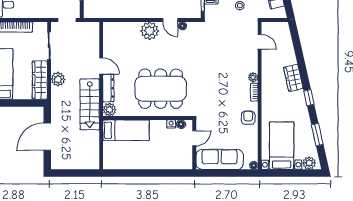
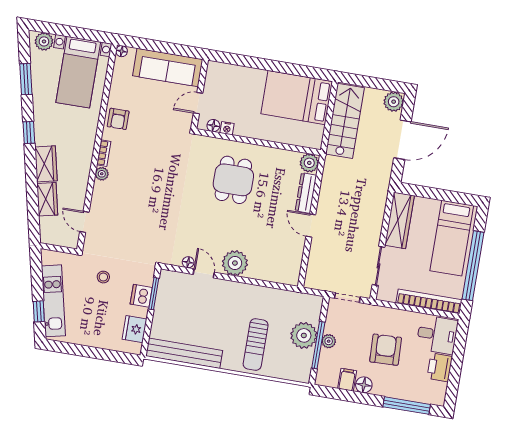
wardrobe: (288, 53) -> (47, 199), added
plant: (58, 79) -> (394, 102), moved
dining table: (161, 89) -> (233, 180), width x0.53, depth x0.80
stairs: (90, 104) -> (345, 121), moved
bed: (126, 130) -> (297, 98), moved, width x1.50

